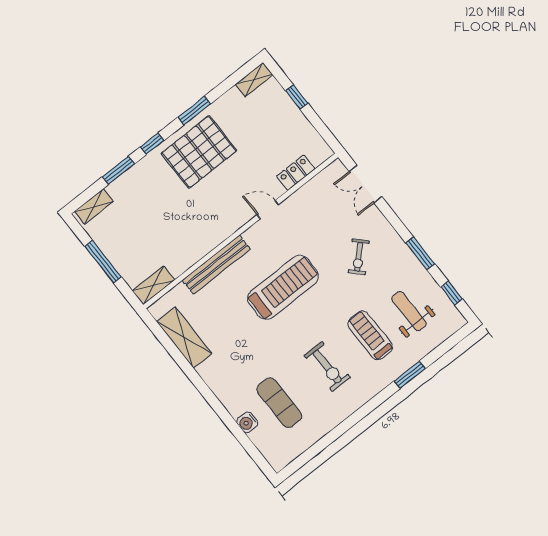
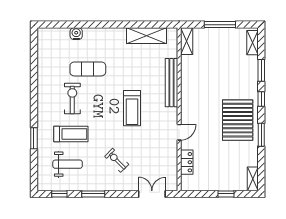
treadmill: (283, 287) -> (132, 108), width x0.73, depth x0.73
exercise bike: (327, 367) -> (72, 98), turned 90
exercise mat: (279, 403) -> (88, 69), moved

